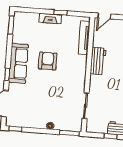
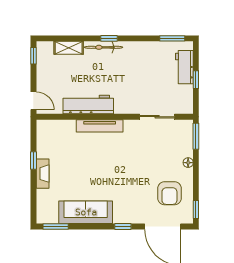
tv unit: (84, 38) -> (100, 126), moved
armchair: (48, 61) -> (169, 193), moved, turned -90
workbench: (98, 61) -> (88, 104), width x1.38
sofa: (18, 63) -> (86, 212), moved

